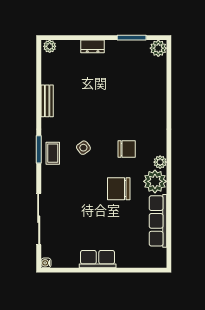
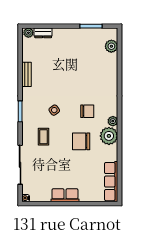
dresser: (93, 46) -> (43, 33), moved
plant: (158, 48) -> (111, 46), moved
coffee table: (53, 153) -> (43, 137), moved
row of seats: (158, 221) -> (111, 182), moved

